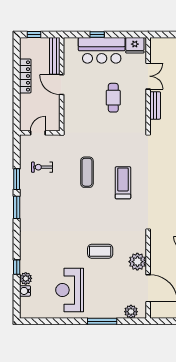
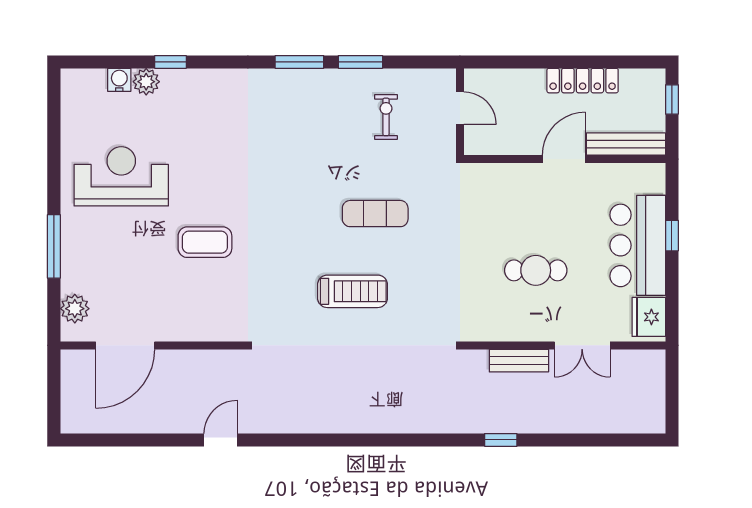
coffee table: (100, 251) -> (205, 242), turned 90
plant: (137, 262) -> (183, 323), removed

